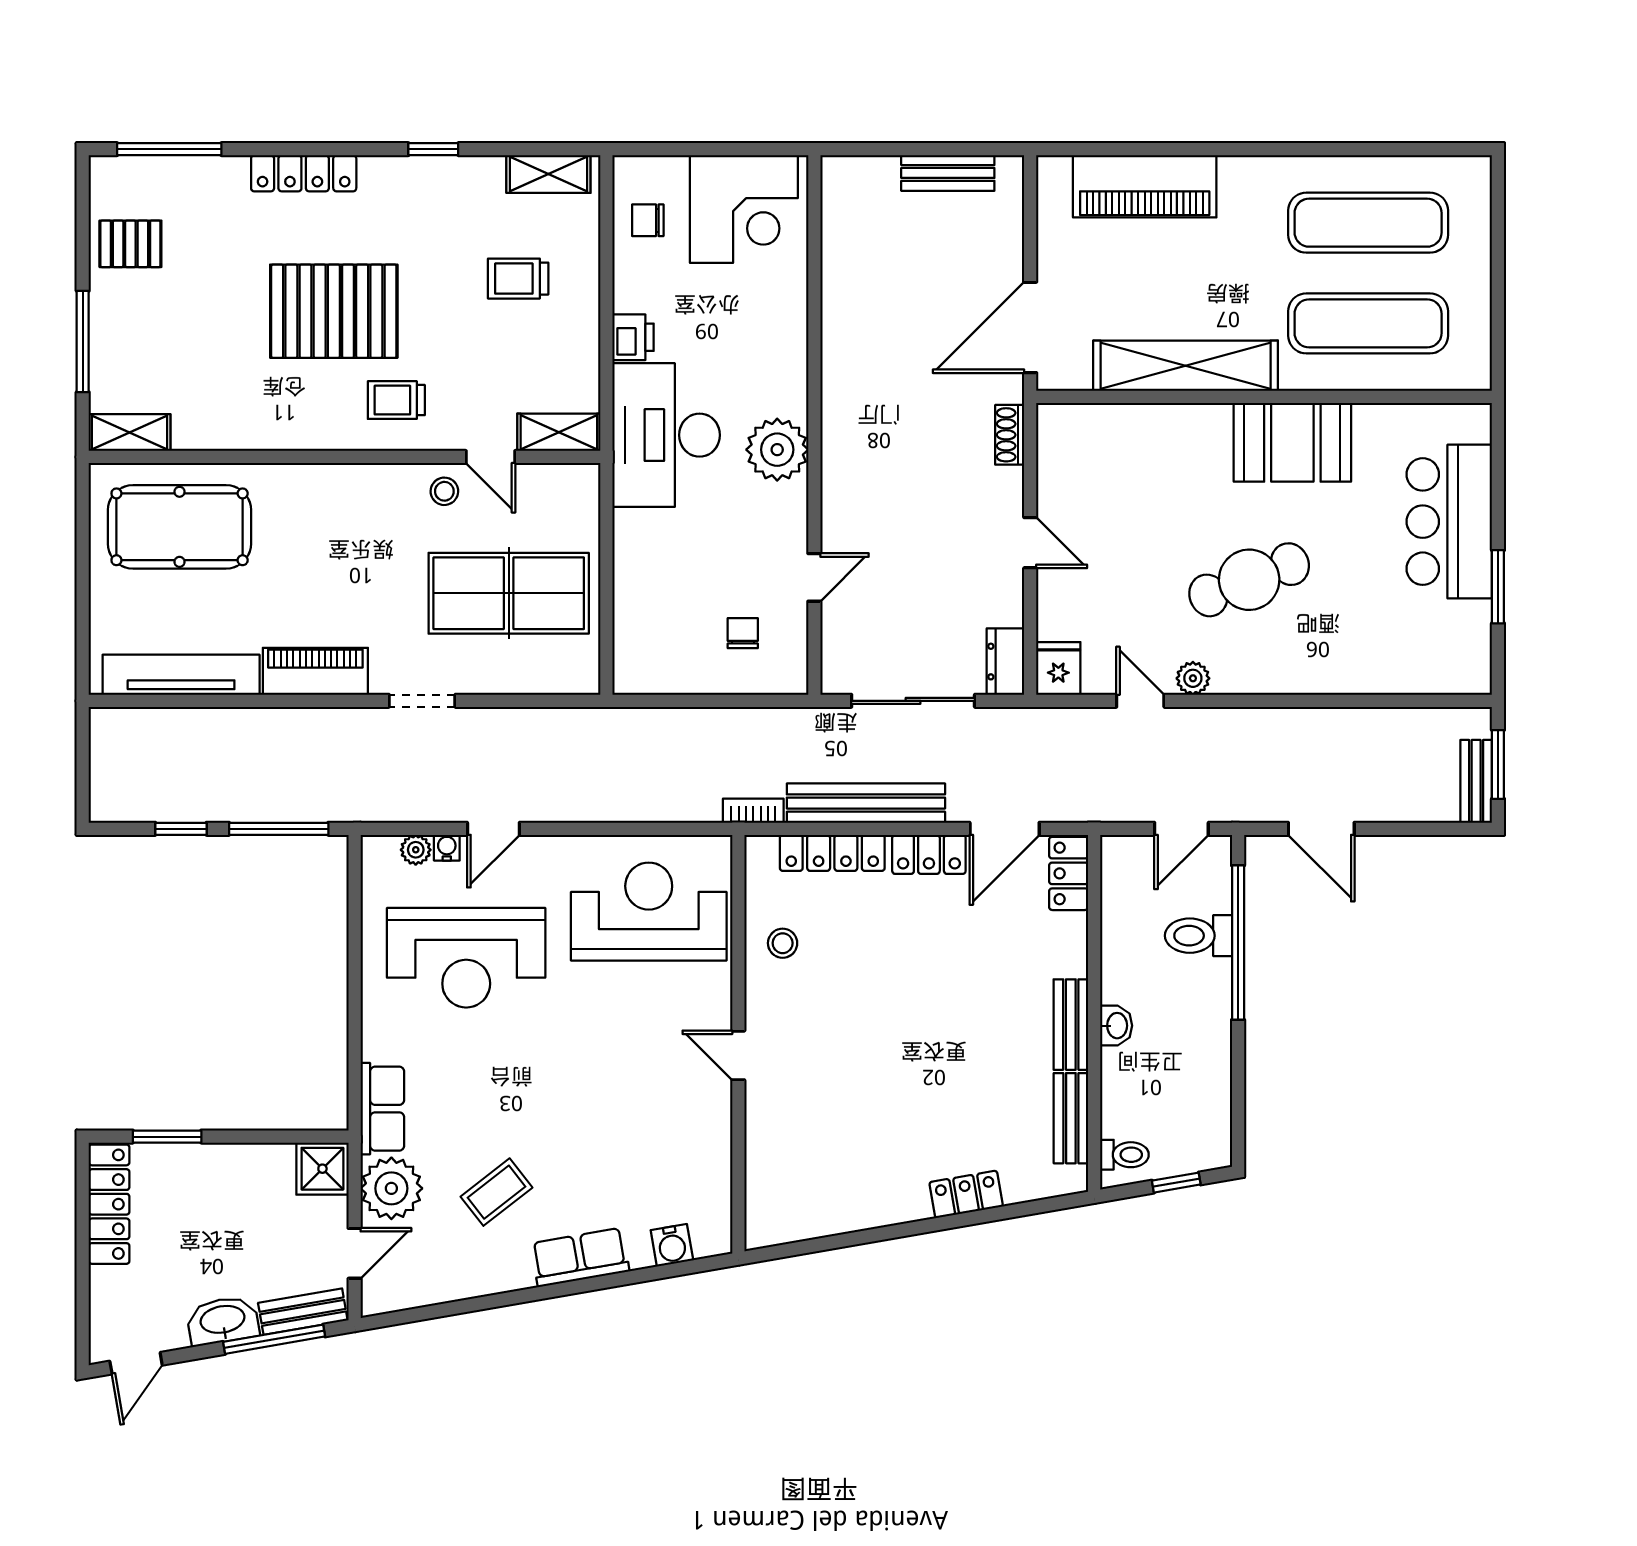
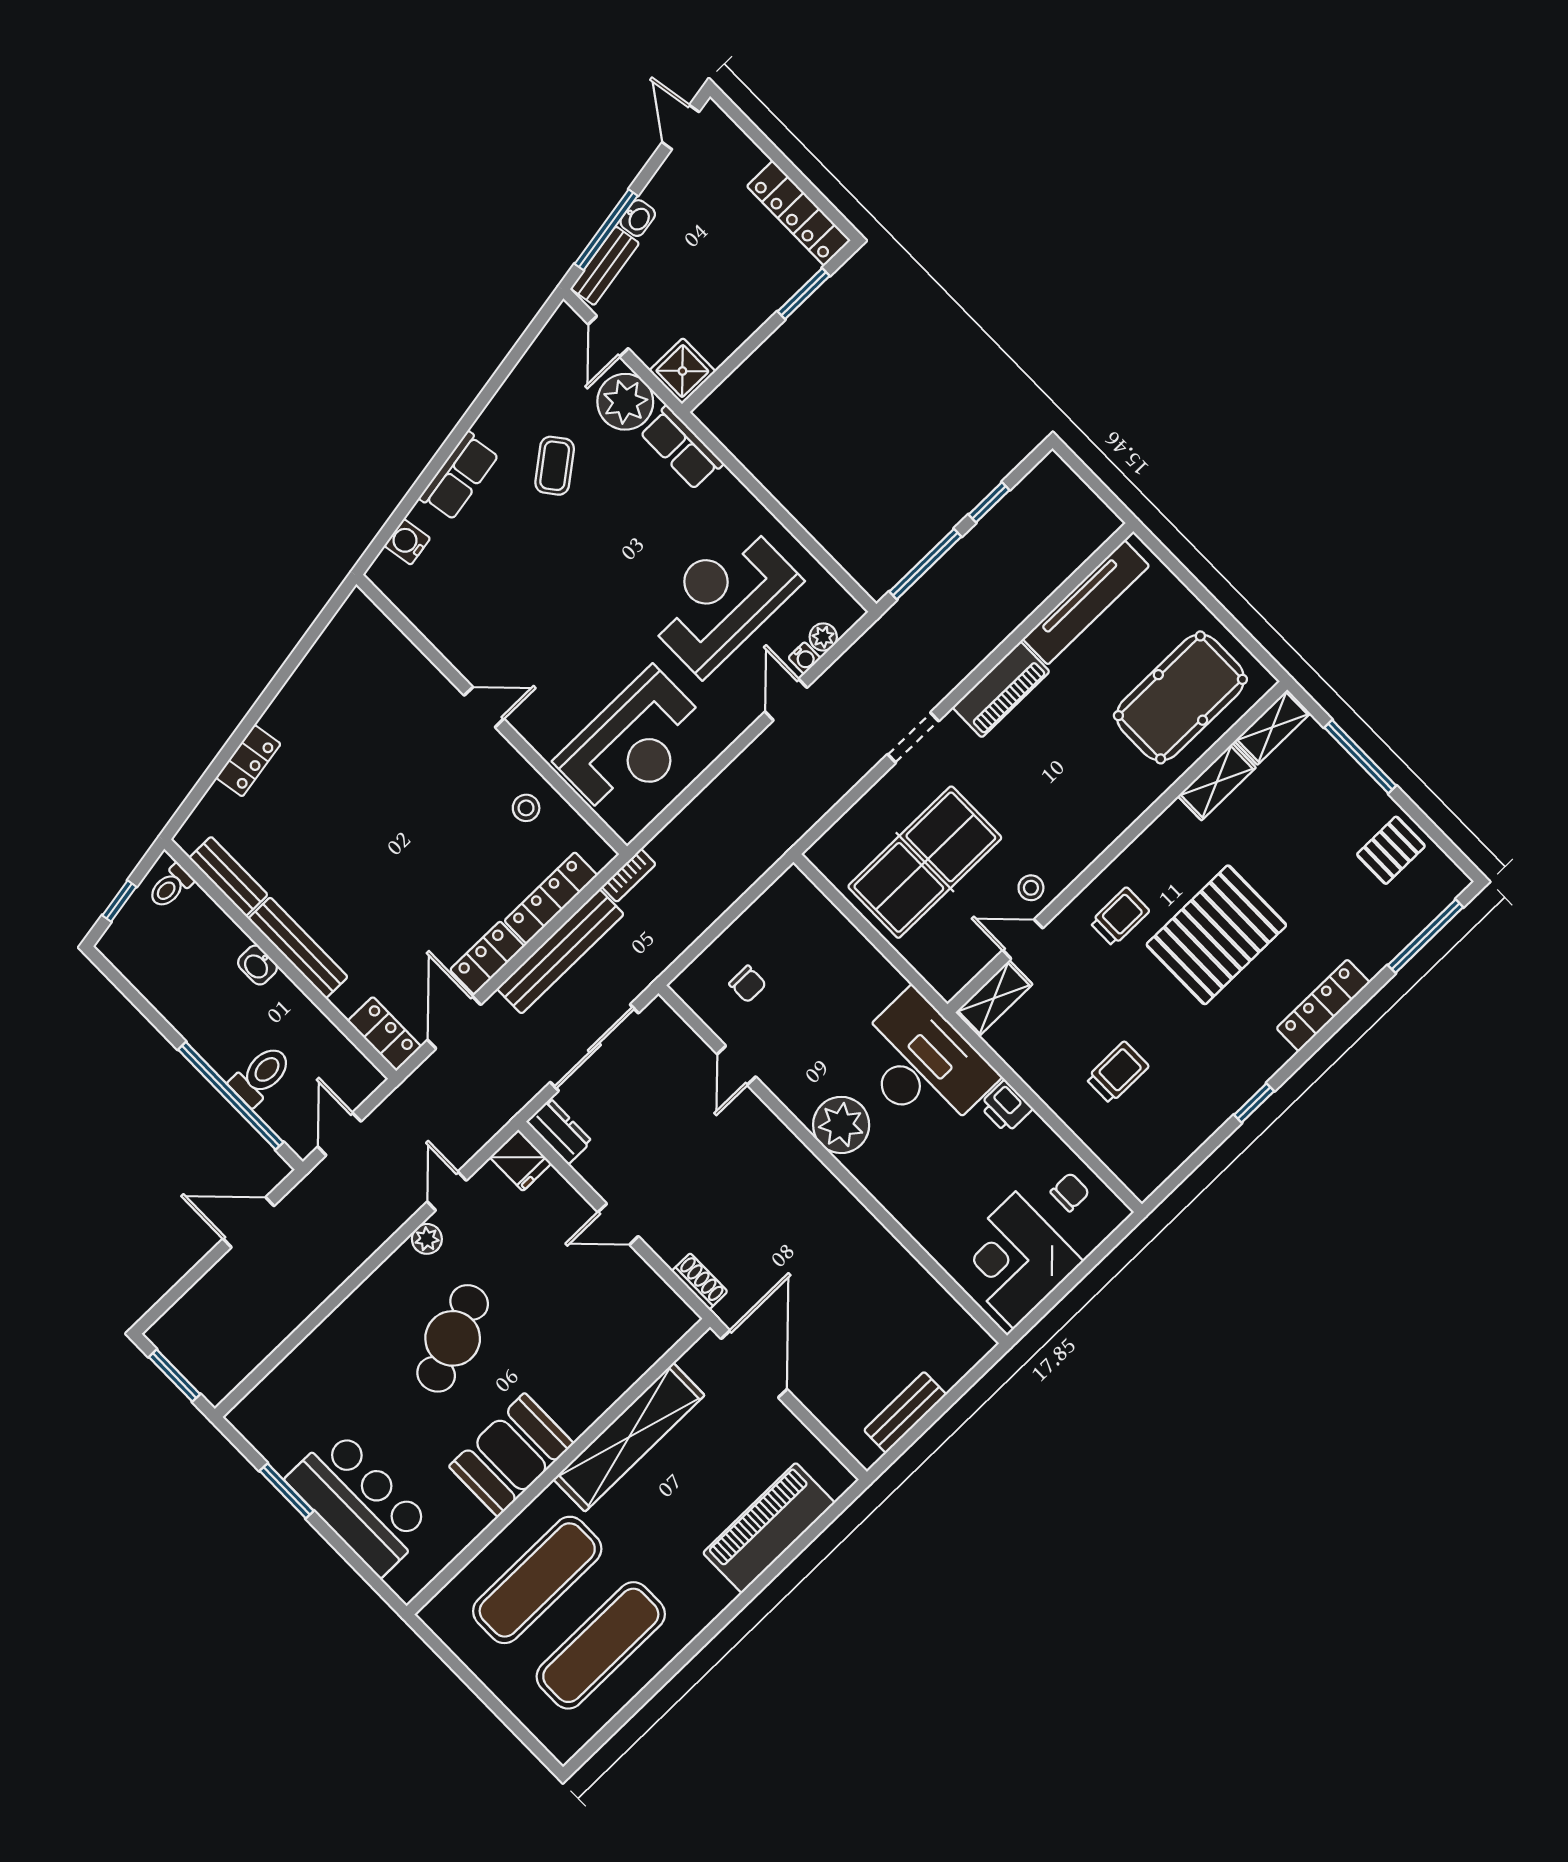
shelving: (548, 174) -> (1217, 782), moved
door: (1140, 701) -> (447, 1191), swing flipped
bench: (1476, 781) -> (178, 1351), removed
bench: (1071, 1025) -> (298, 948), width x1.36
washbasin: (223, 1321) -> (638, 218), width x0.52, depth x0.69

